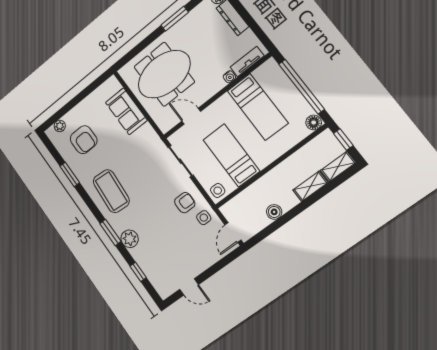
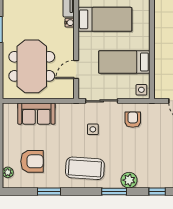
side table: (204, 218) -> (93, 129), moved

